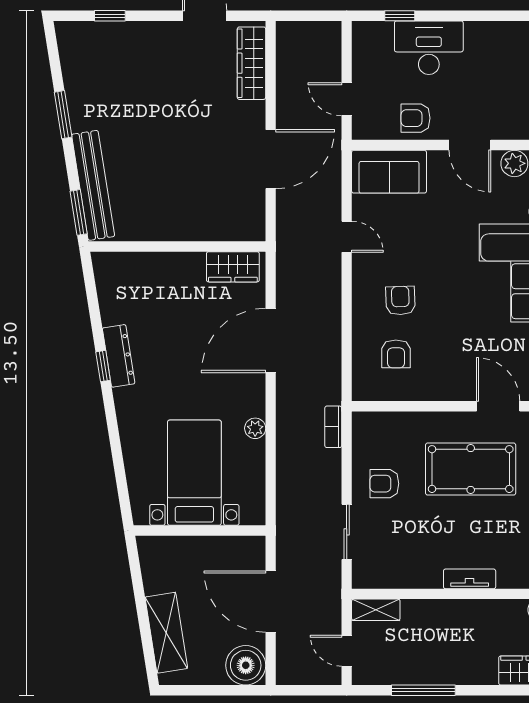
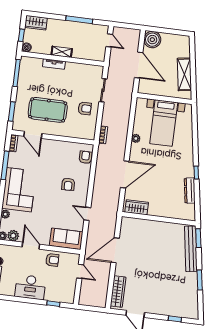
desk: (429, 48) -> (30, 287), moved
armchair: (396, 354) -> (85, 157), moved
dresser: (119, 356) -> (190, 191), moved
shelving: (376, 610) -> (62, 52), moved
shelving: (166, 633) -> (184, 74), moved

